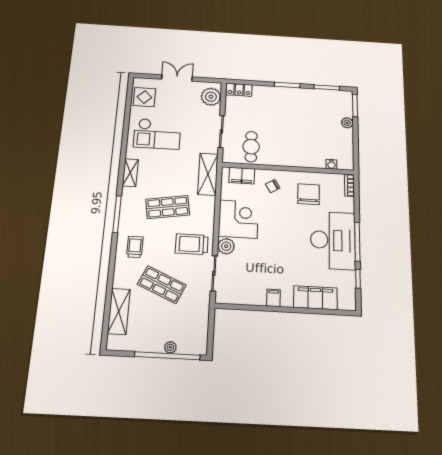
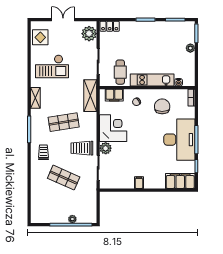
kitchen unit: (295, 159) -> (152, 80), added
filing cabinet: (315, 298) -> (180, 181), moved
shelving: (119, 311) -> (37, 197), removed

